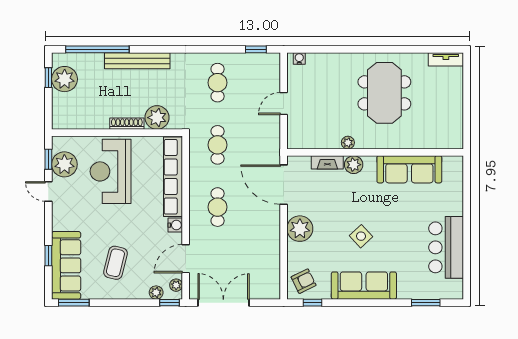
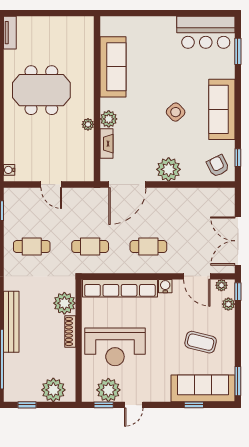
plant: (65, 79) -> (53, 390), moved
bar counter: (446, 247) -> (206, 32), moved

